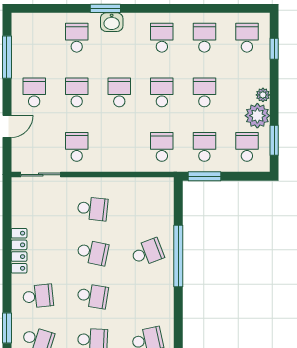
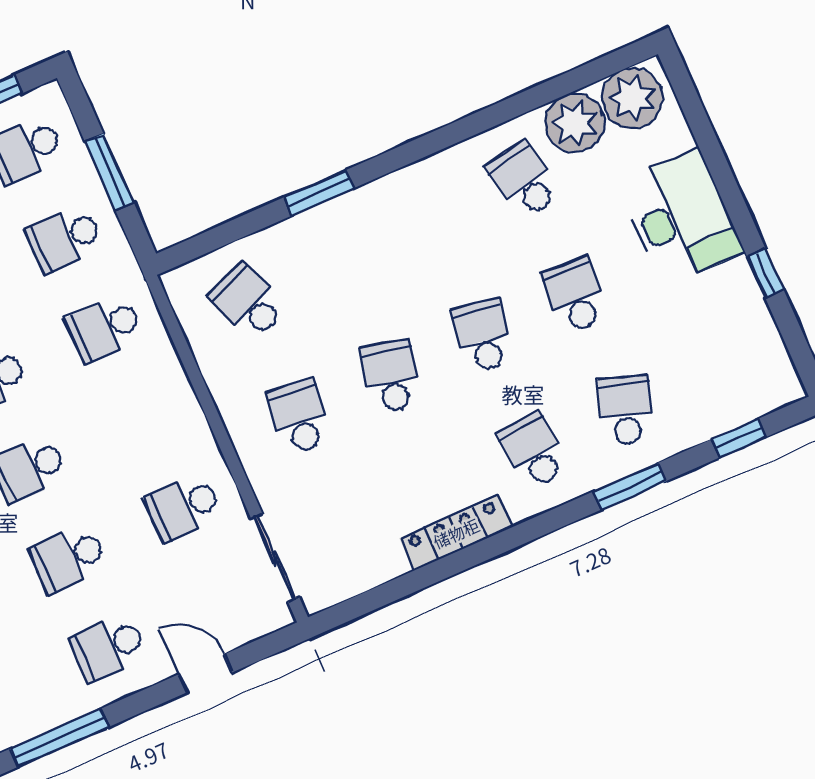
window: (204, 176) -> (109, 172), moved
school desk: (147, 252) -> (248, 302), moved
window: (178, 256) -> (319, 193), width x0.47

